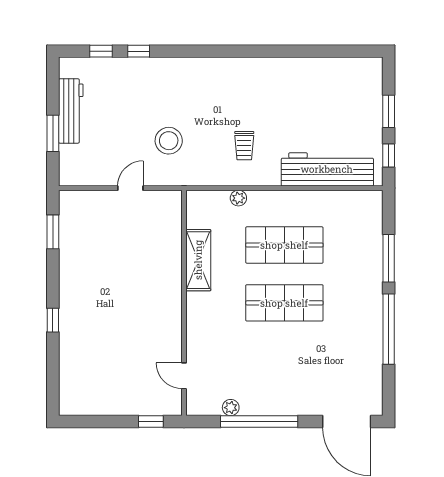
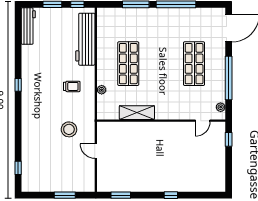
window: (139, 51) -> (18, 85), moved
workbench: (71, 111) -> (28, 26), moved, turned 90
shop shelf: (284, 303) -> (194, 64), moved
plant: (231, 408) -> (221, 107), moved

